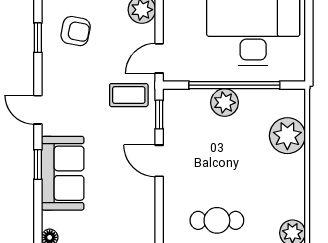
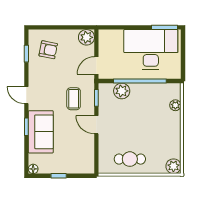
coffee table: (129, 95) -> (74, 99), moved, turned 90
plant: (225, 103) -> (122, 91), moved
plant: (287, 136) -> (175, 105), width x0.53, depth x0.53

